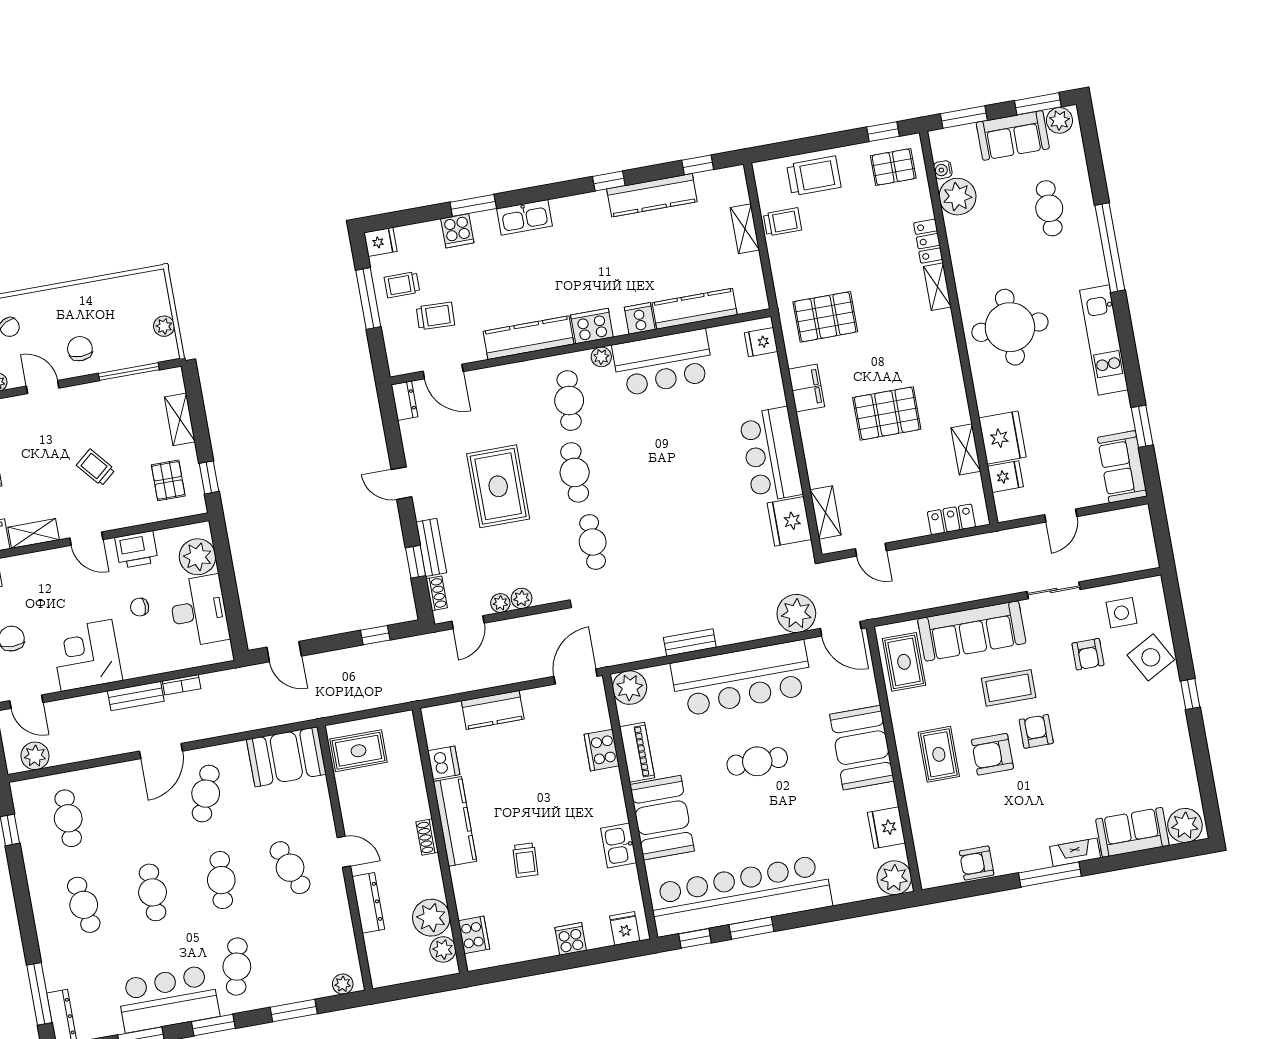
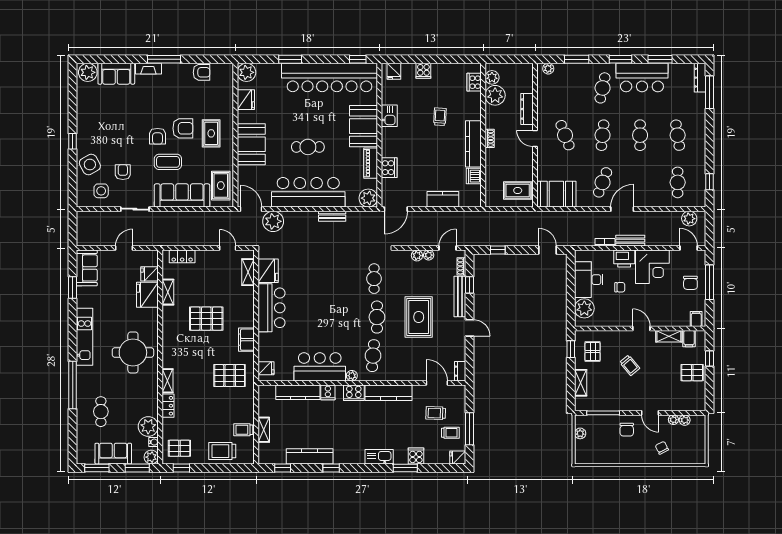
plant: (1059, 120) -> (151, 457), moved
bench: (431, 547) -> (460, 297), width x1.36
printer: (136, 550) -> (624, 259), moved, turned 180
window: (751, 928) -> (290, 59), moved

